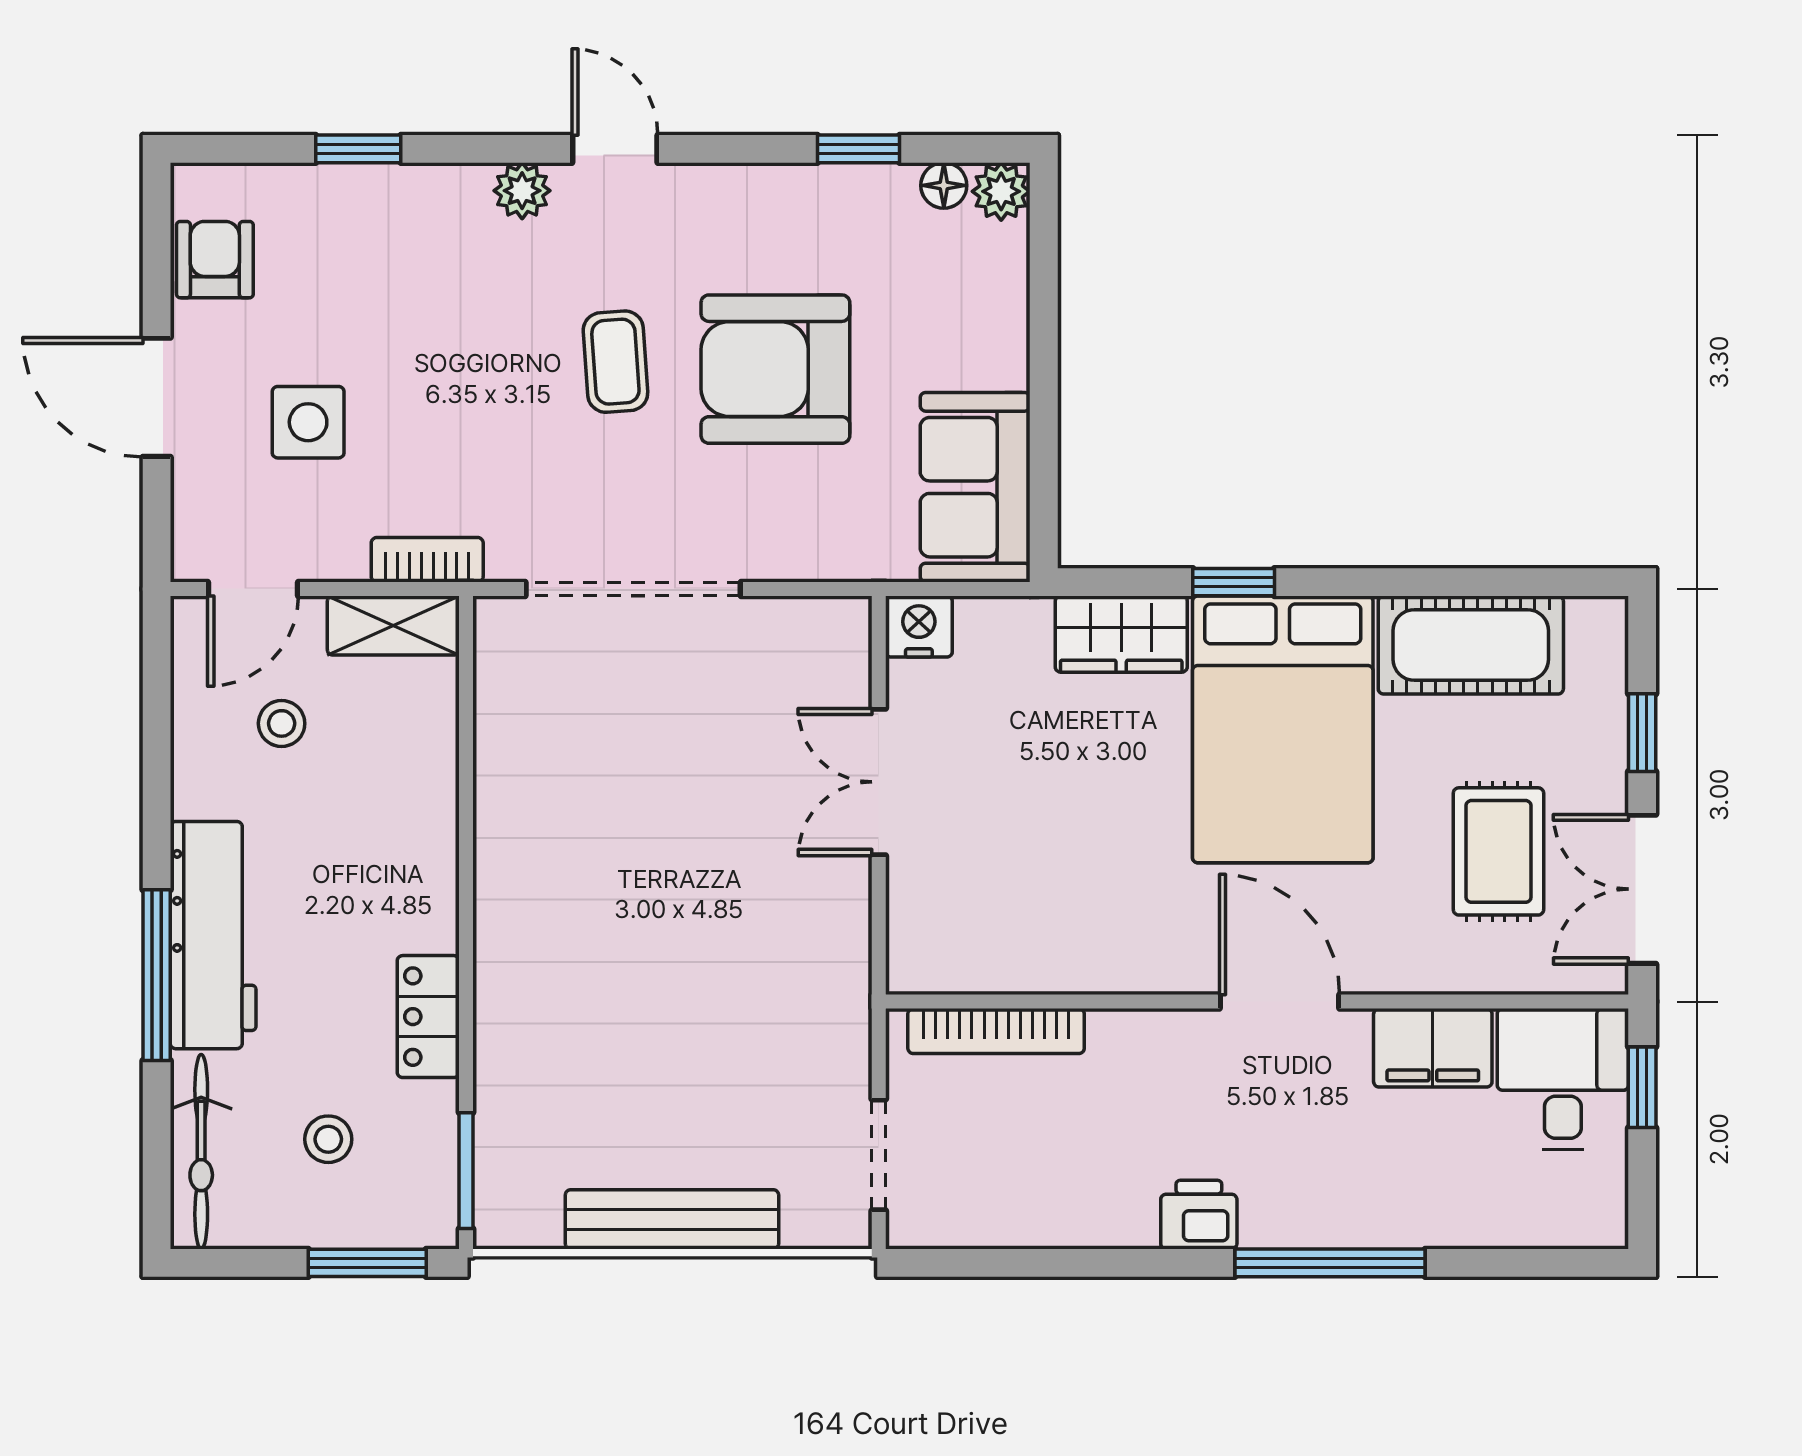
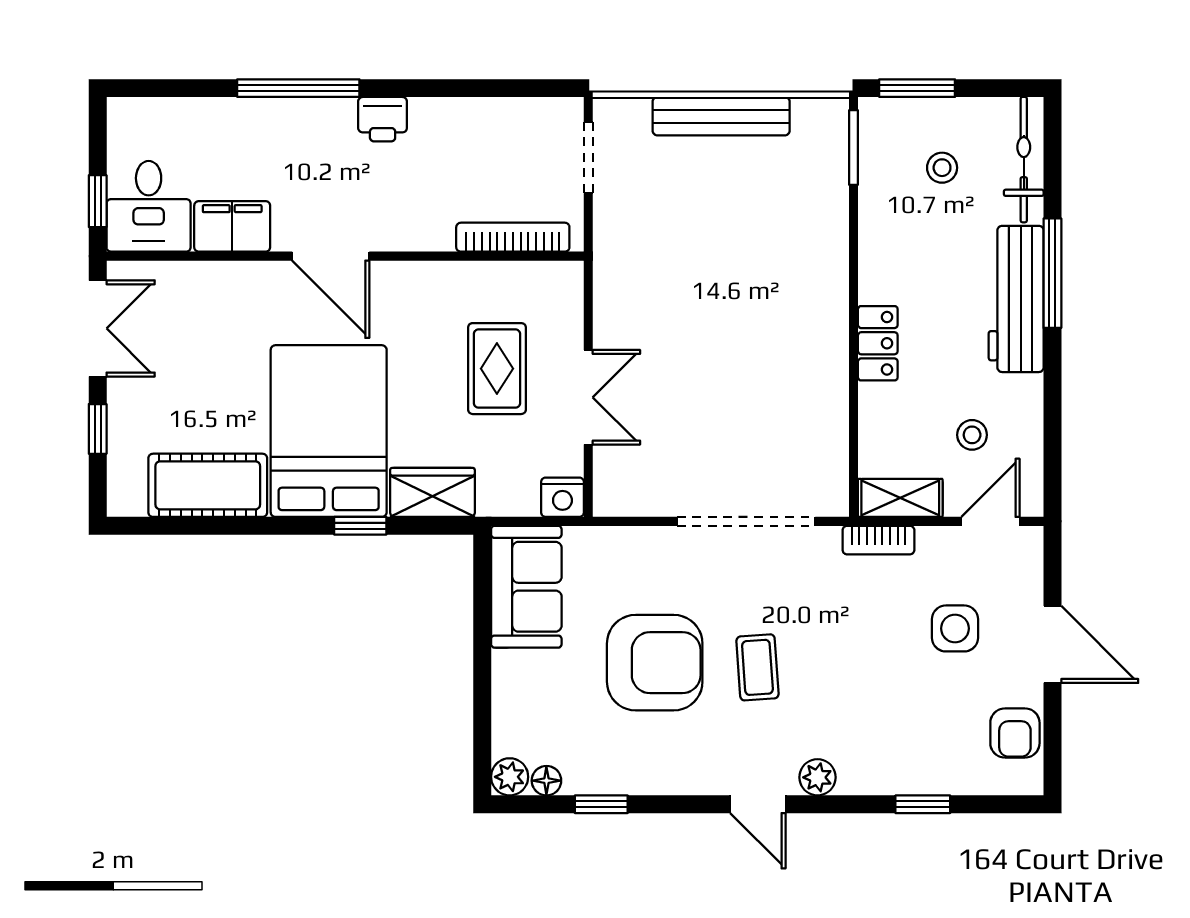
rug: (1498, 851) -> (497, 369), moved
locker: (428, 1017) -> (878, 343), moved

